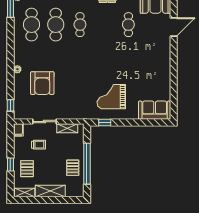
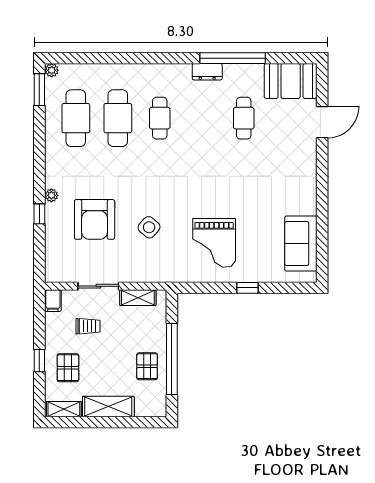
side table: (74, 88) -> (149, 227), added
grand piano: (111, 97) -> (214, 243), turned -90
window: (10, 105) -> (39, 214), moved
sofa: (155, 110) -> (301, 243), moved, turned -90
window: (105, 123) -> (247, 288), moved

